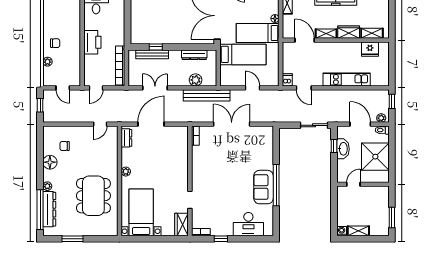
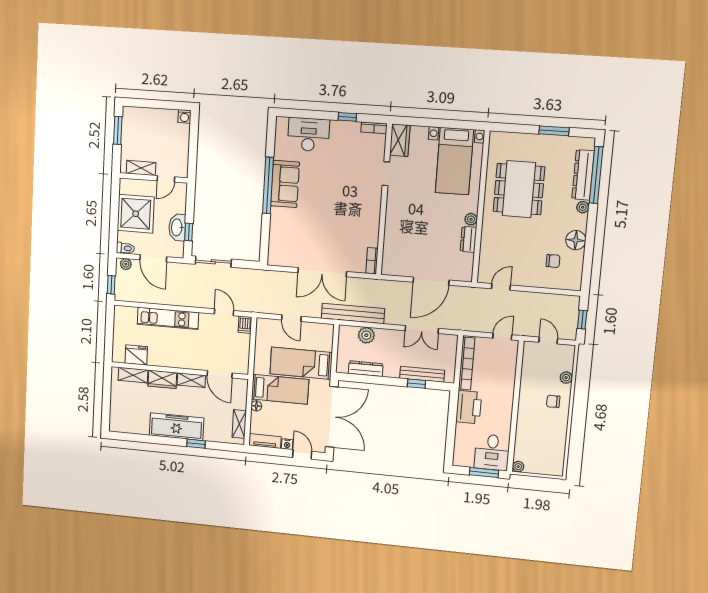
printer: (92, 42) -> (469, 407), moved, turned 180
dresser: (126, 138) -> (468, 239), moved
shelving: (358, 231) -> (141, 168), moved

